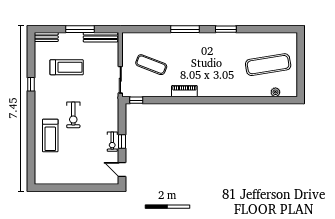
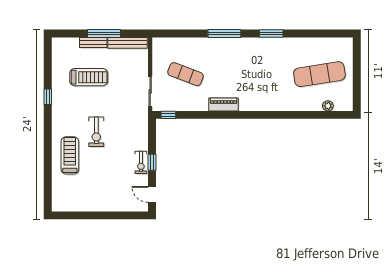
bench: (46, 37) -> (93, 43), moved
treadmill: (50, 135) -> (70, 155), turned 180

